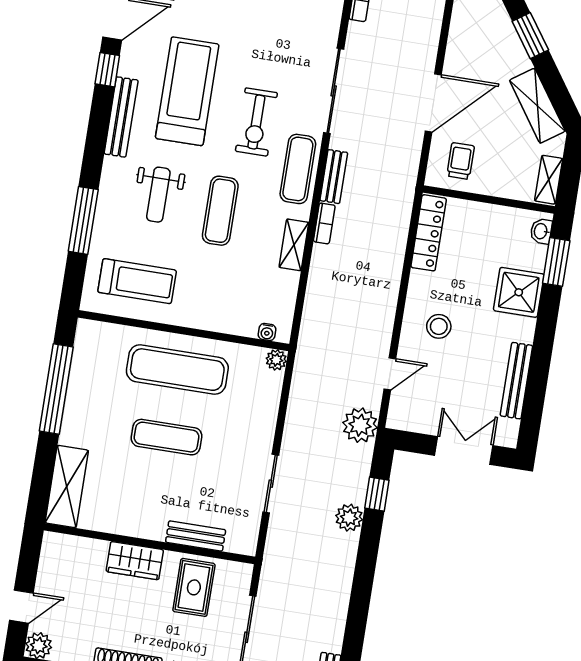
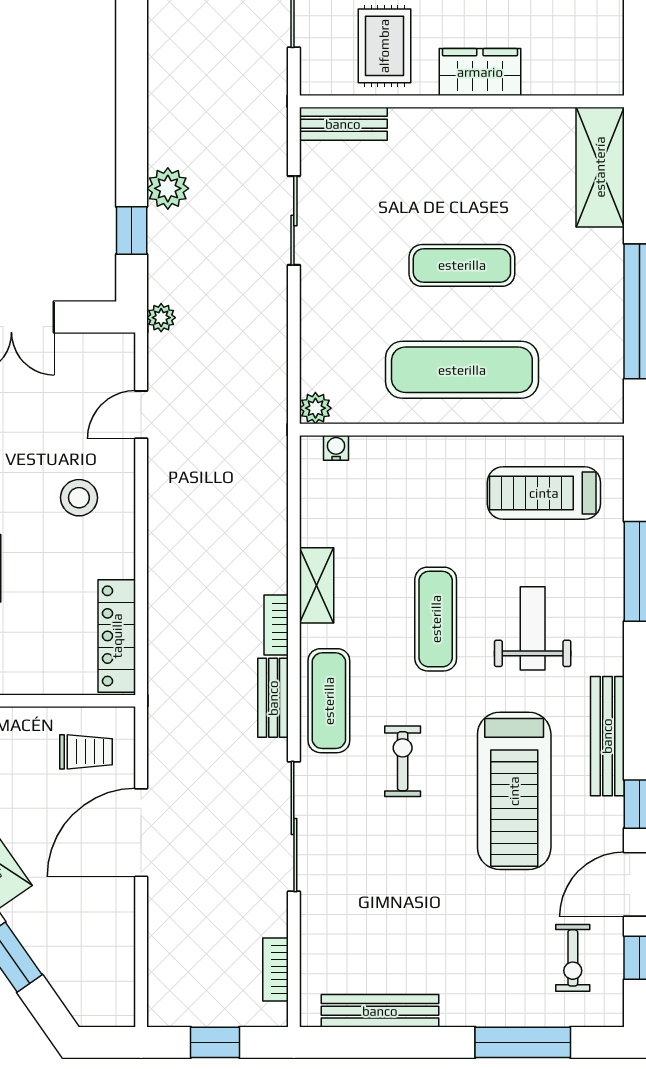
exercise bike: (256, 122) -> (403, 761), width x0.73, depth x0.72
trolley: (461, 161) -> (86, 752), turned -90
plant: (360, 425) -> (161, 318), width x0.53, depth x0.53
bench: (196, 536) -> (343, 124), moved

